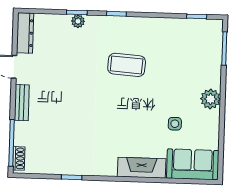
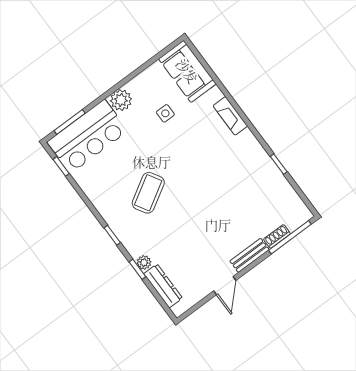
dresser: (25, 33) -> (163, 286), moved, turned 90
bar counter: (203, 53) -> (88, 136), added
coffee table: (127, 65) -> (148, 193), turned 55
shoe rack: (19, 158) -> (277, 236), moved
fireplace: (142, 168) -> (230, 116), width x0.73, depth x0.76

